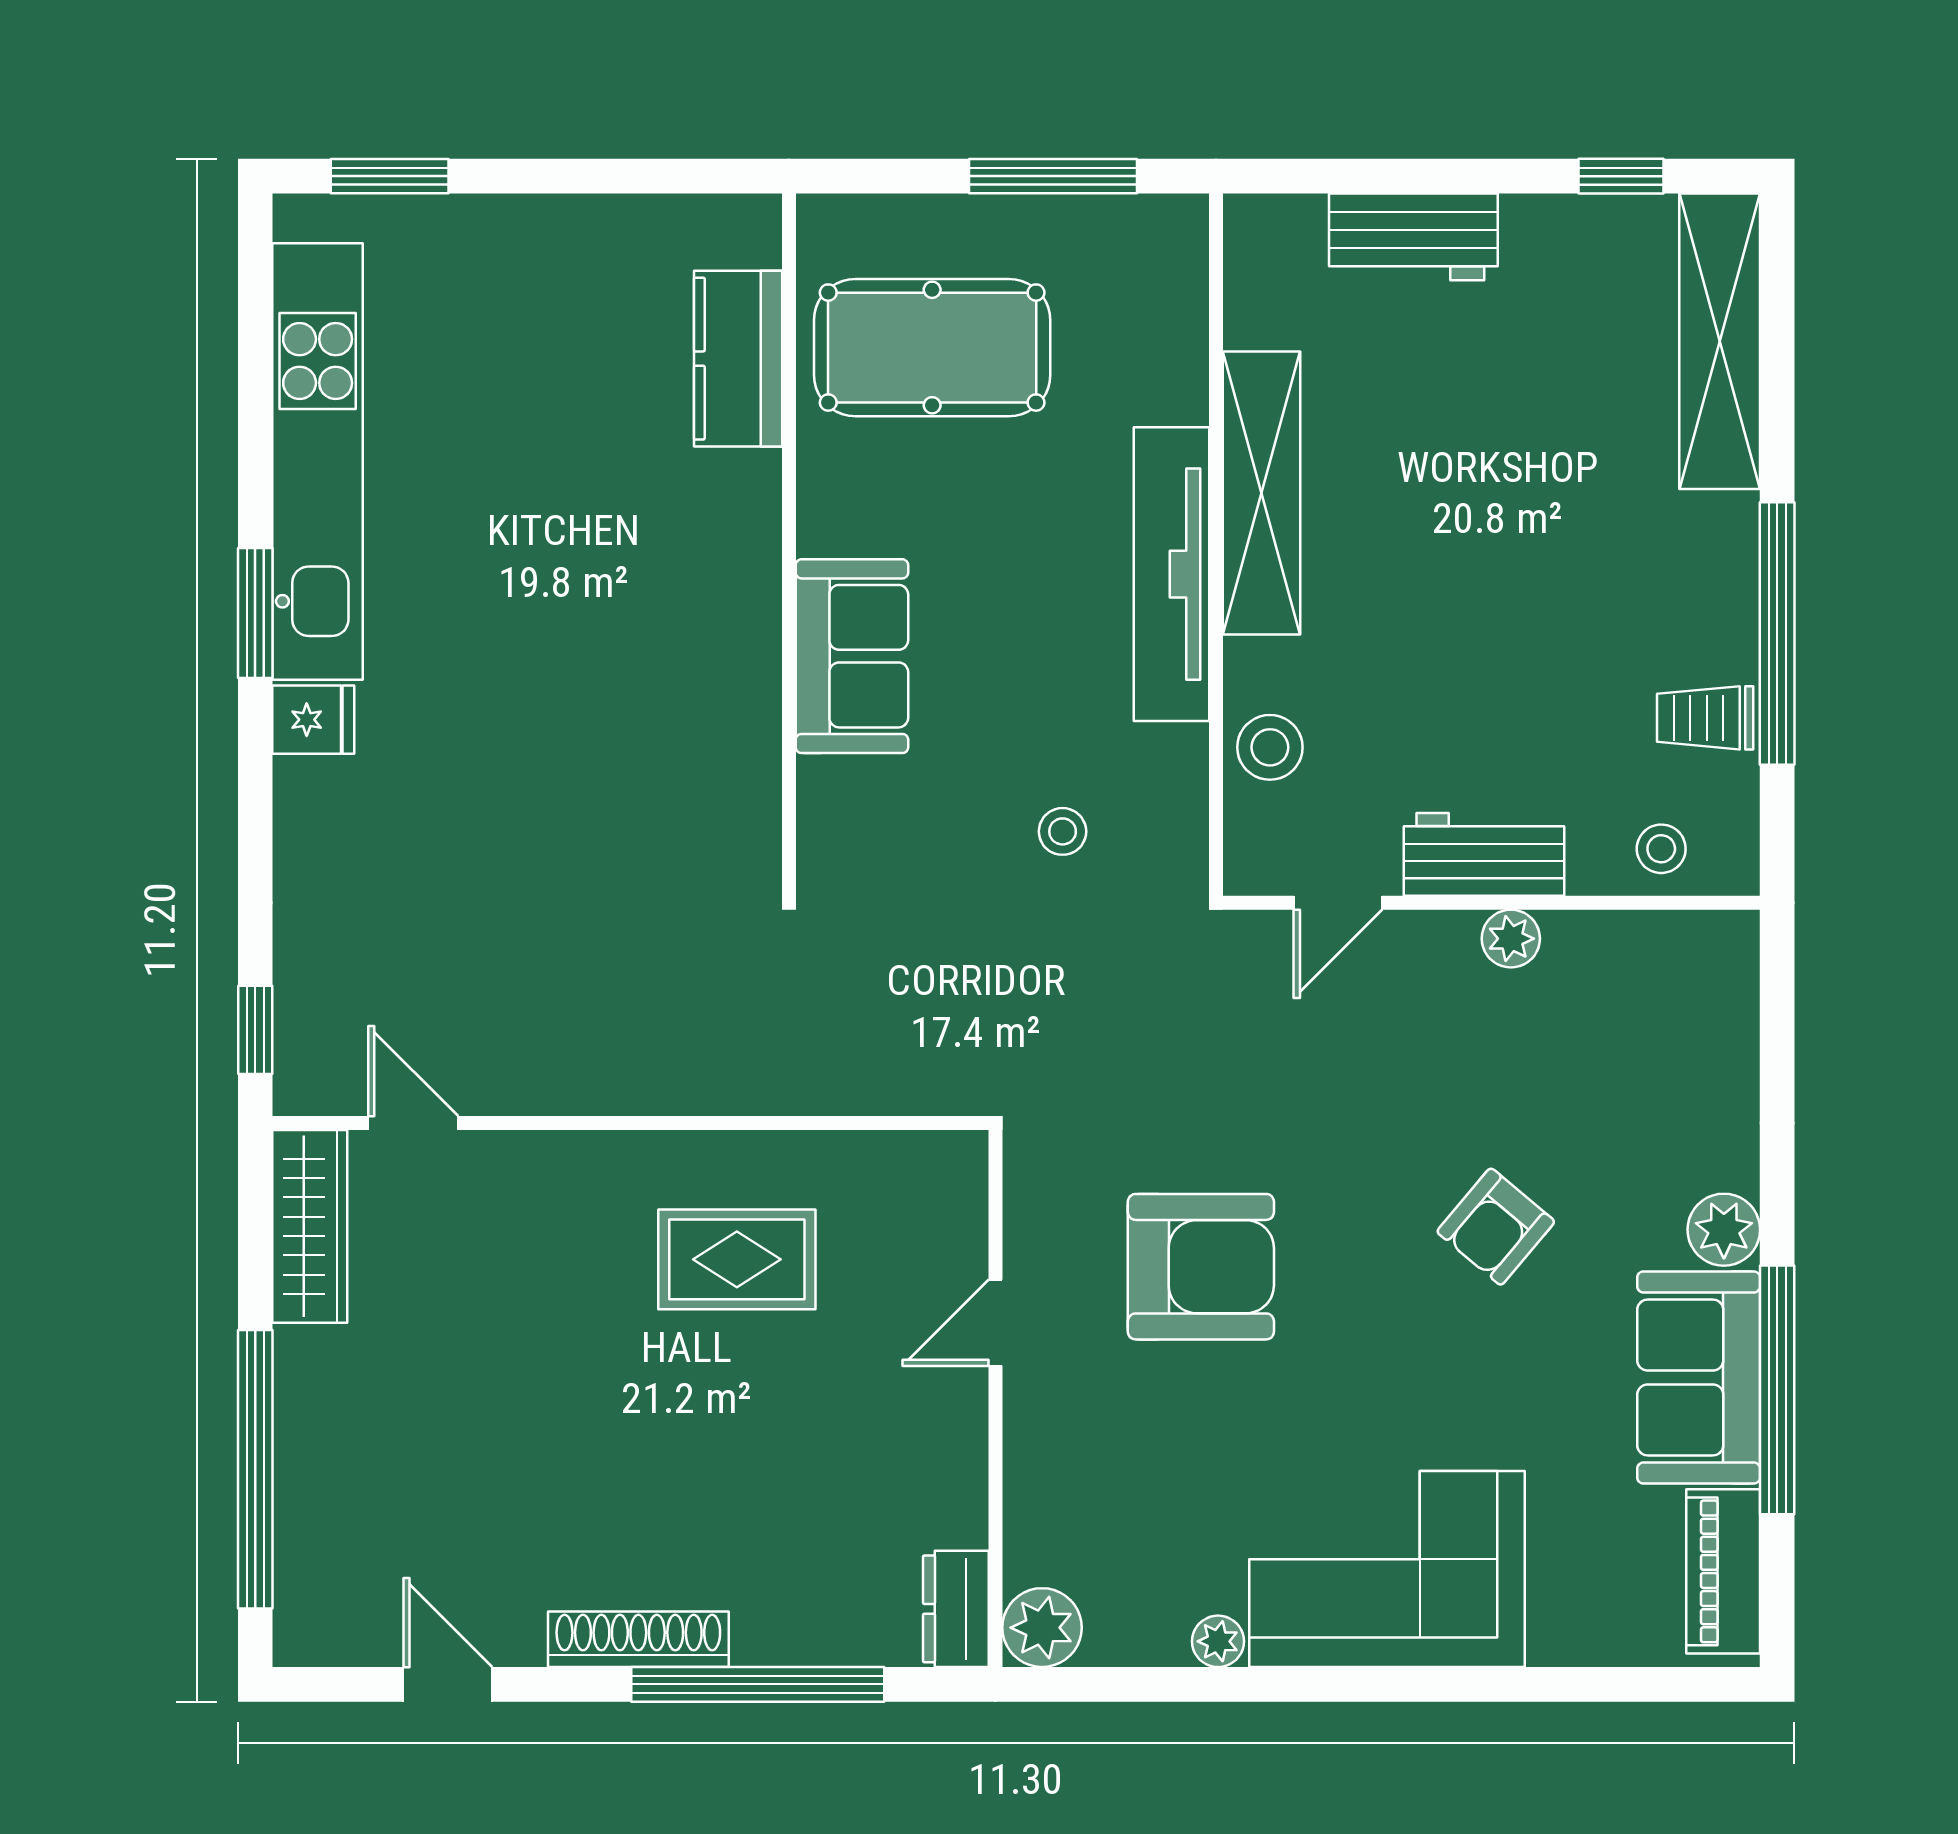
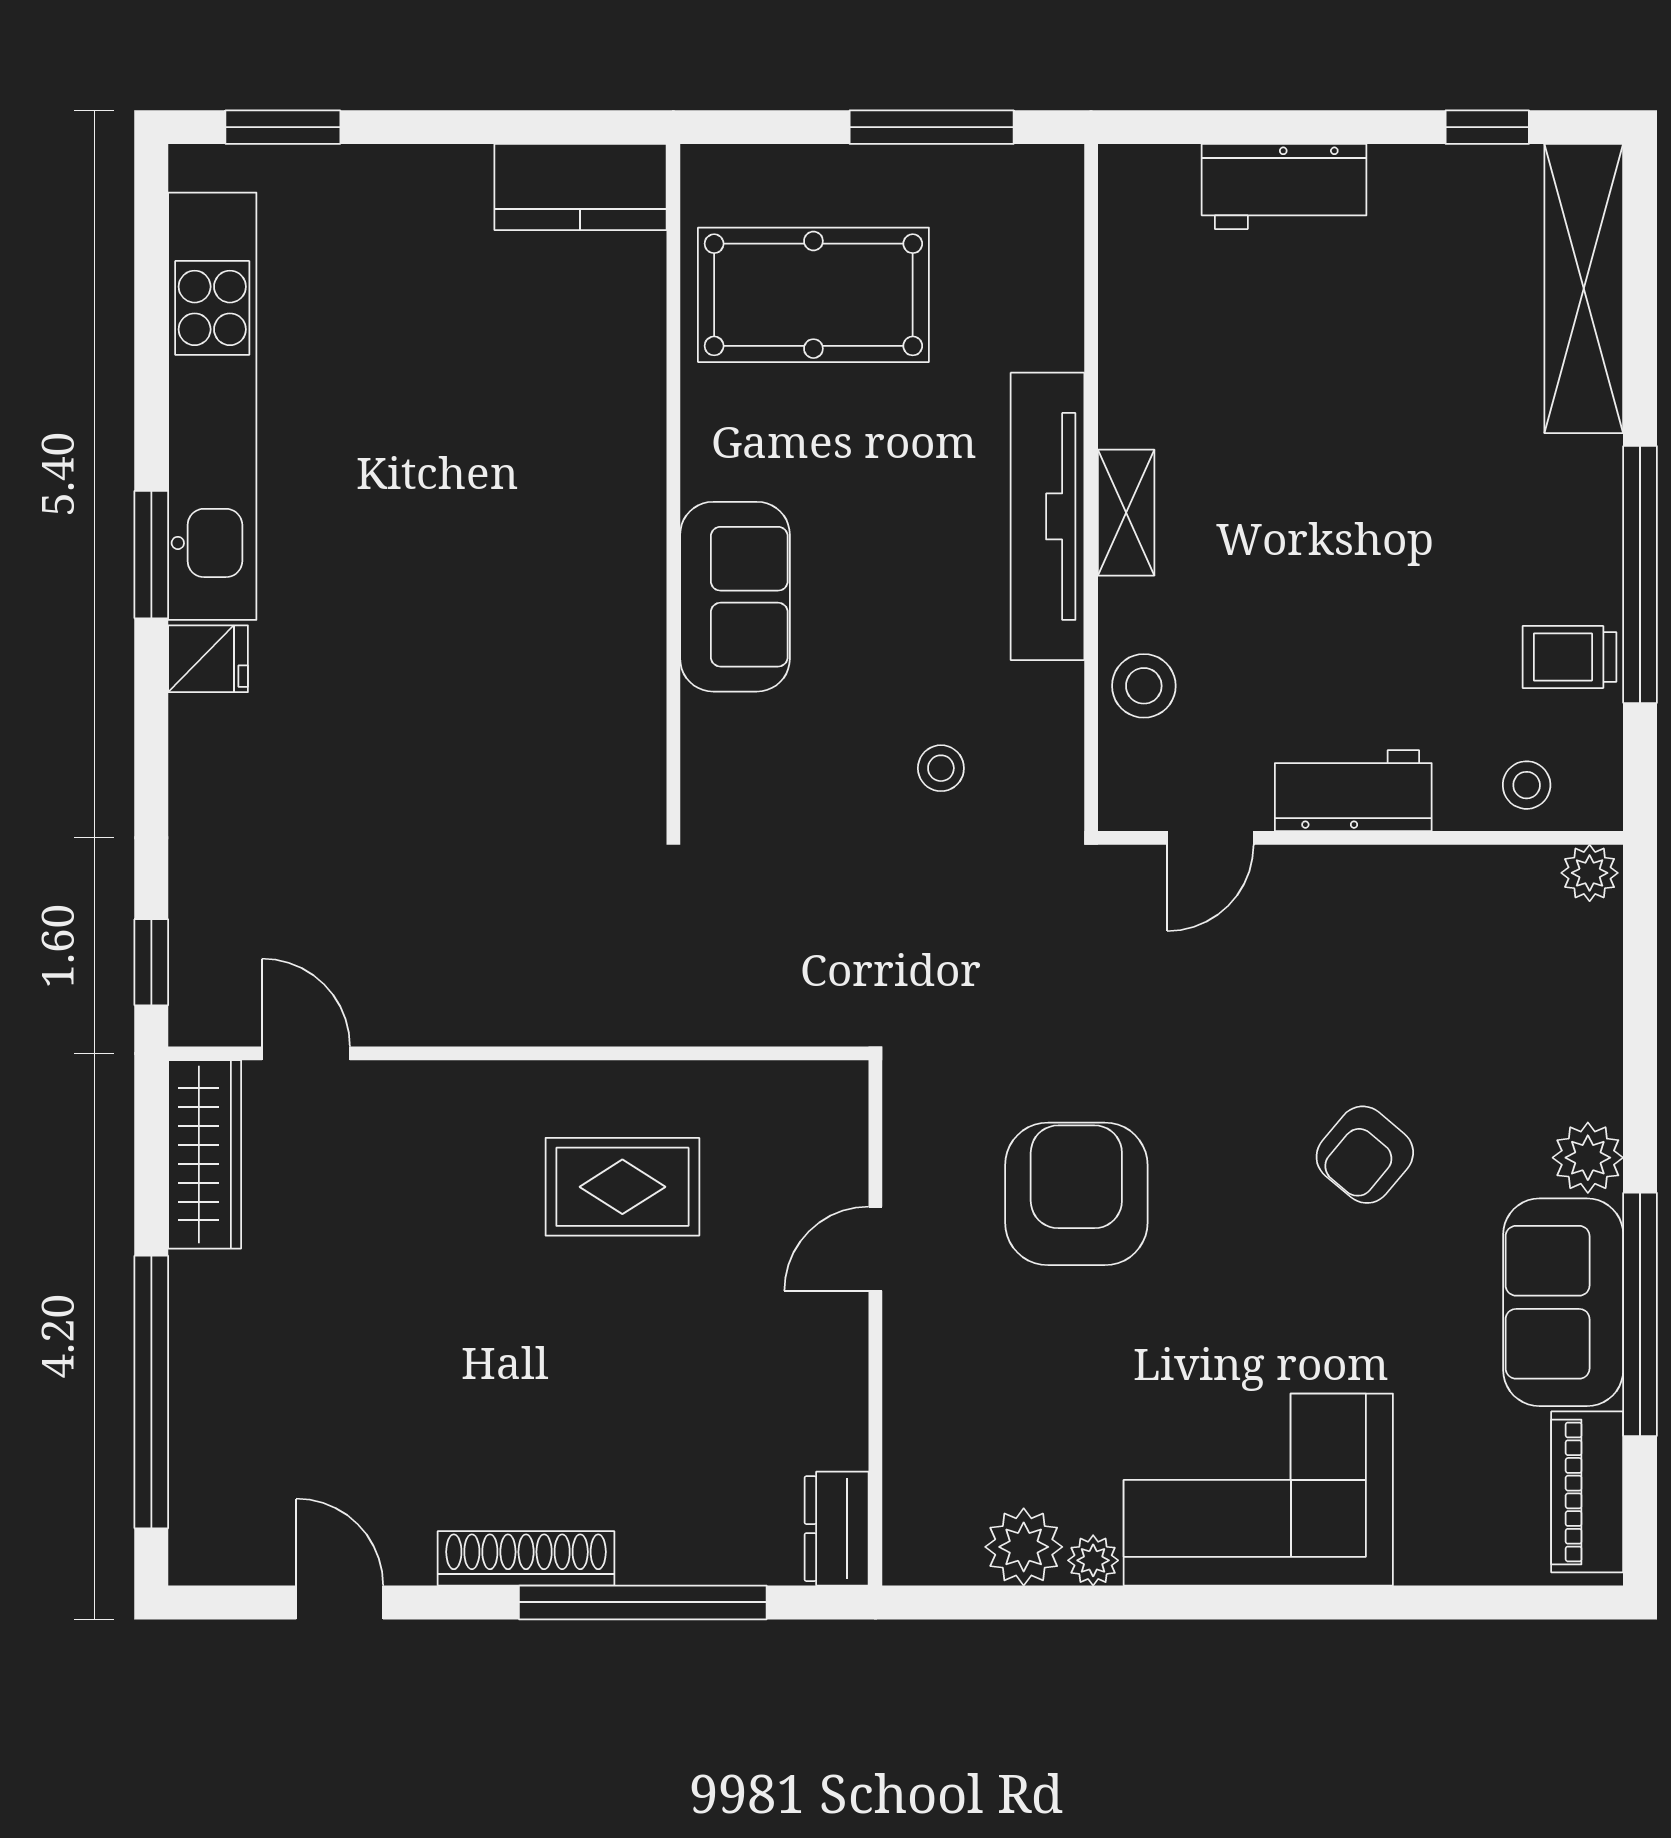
kitchen counter: (738, 359) -> (580, 187), moved, turned -90
shelving: (1261, 493) -> (1126, 513), width x0.45, depth x0.75
plant: (1511, 939) -> (1590, 873), moved
armchair: (1201, 1267) -> (1076, 1194), turned -90
plant: (1042, 1628) -> (1024, 1547), moved

